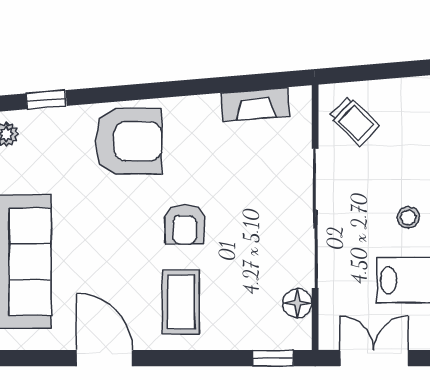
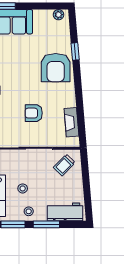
window: (46, 100) -> (75, 51), moved
armchair: (185, 224) -> (34, 113), moved

